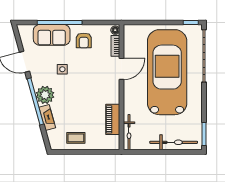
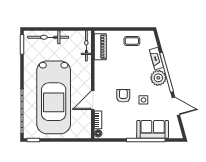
armchair: (84, 40) -> (123, 96), moved
piano: (113, 119) -> (100, 47), moved

